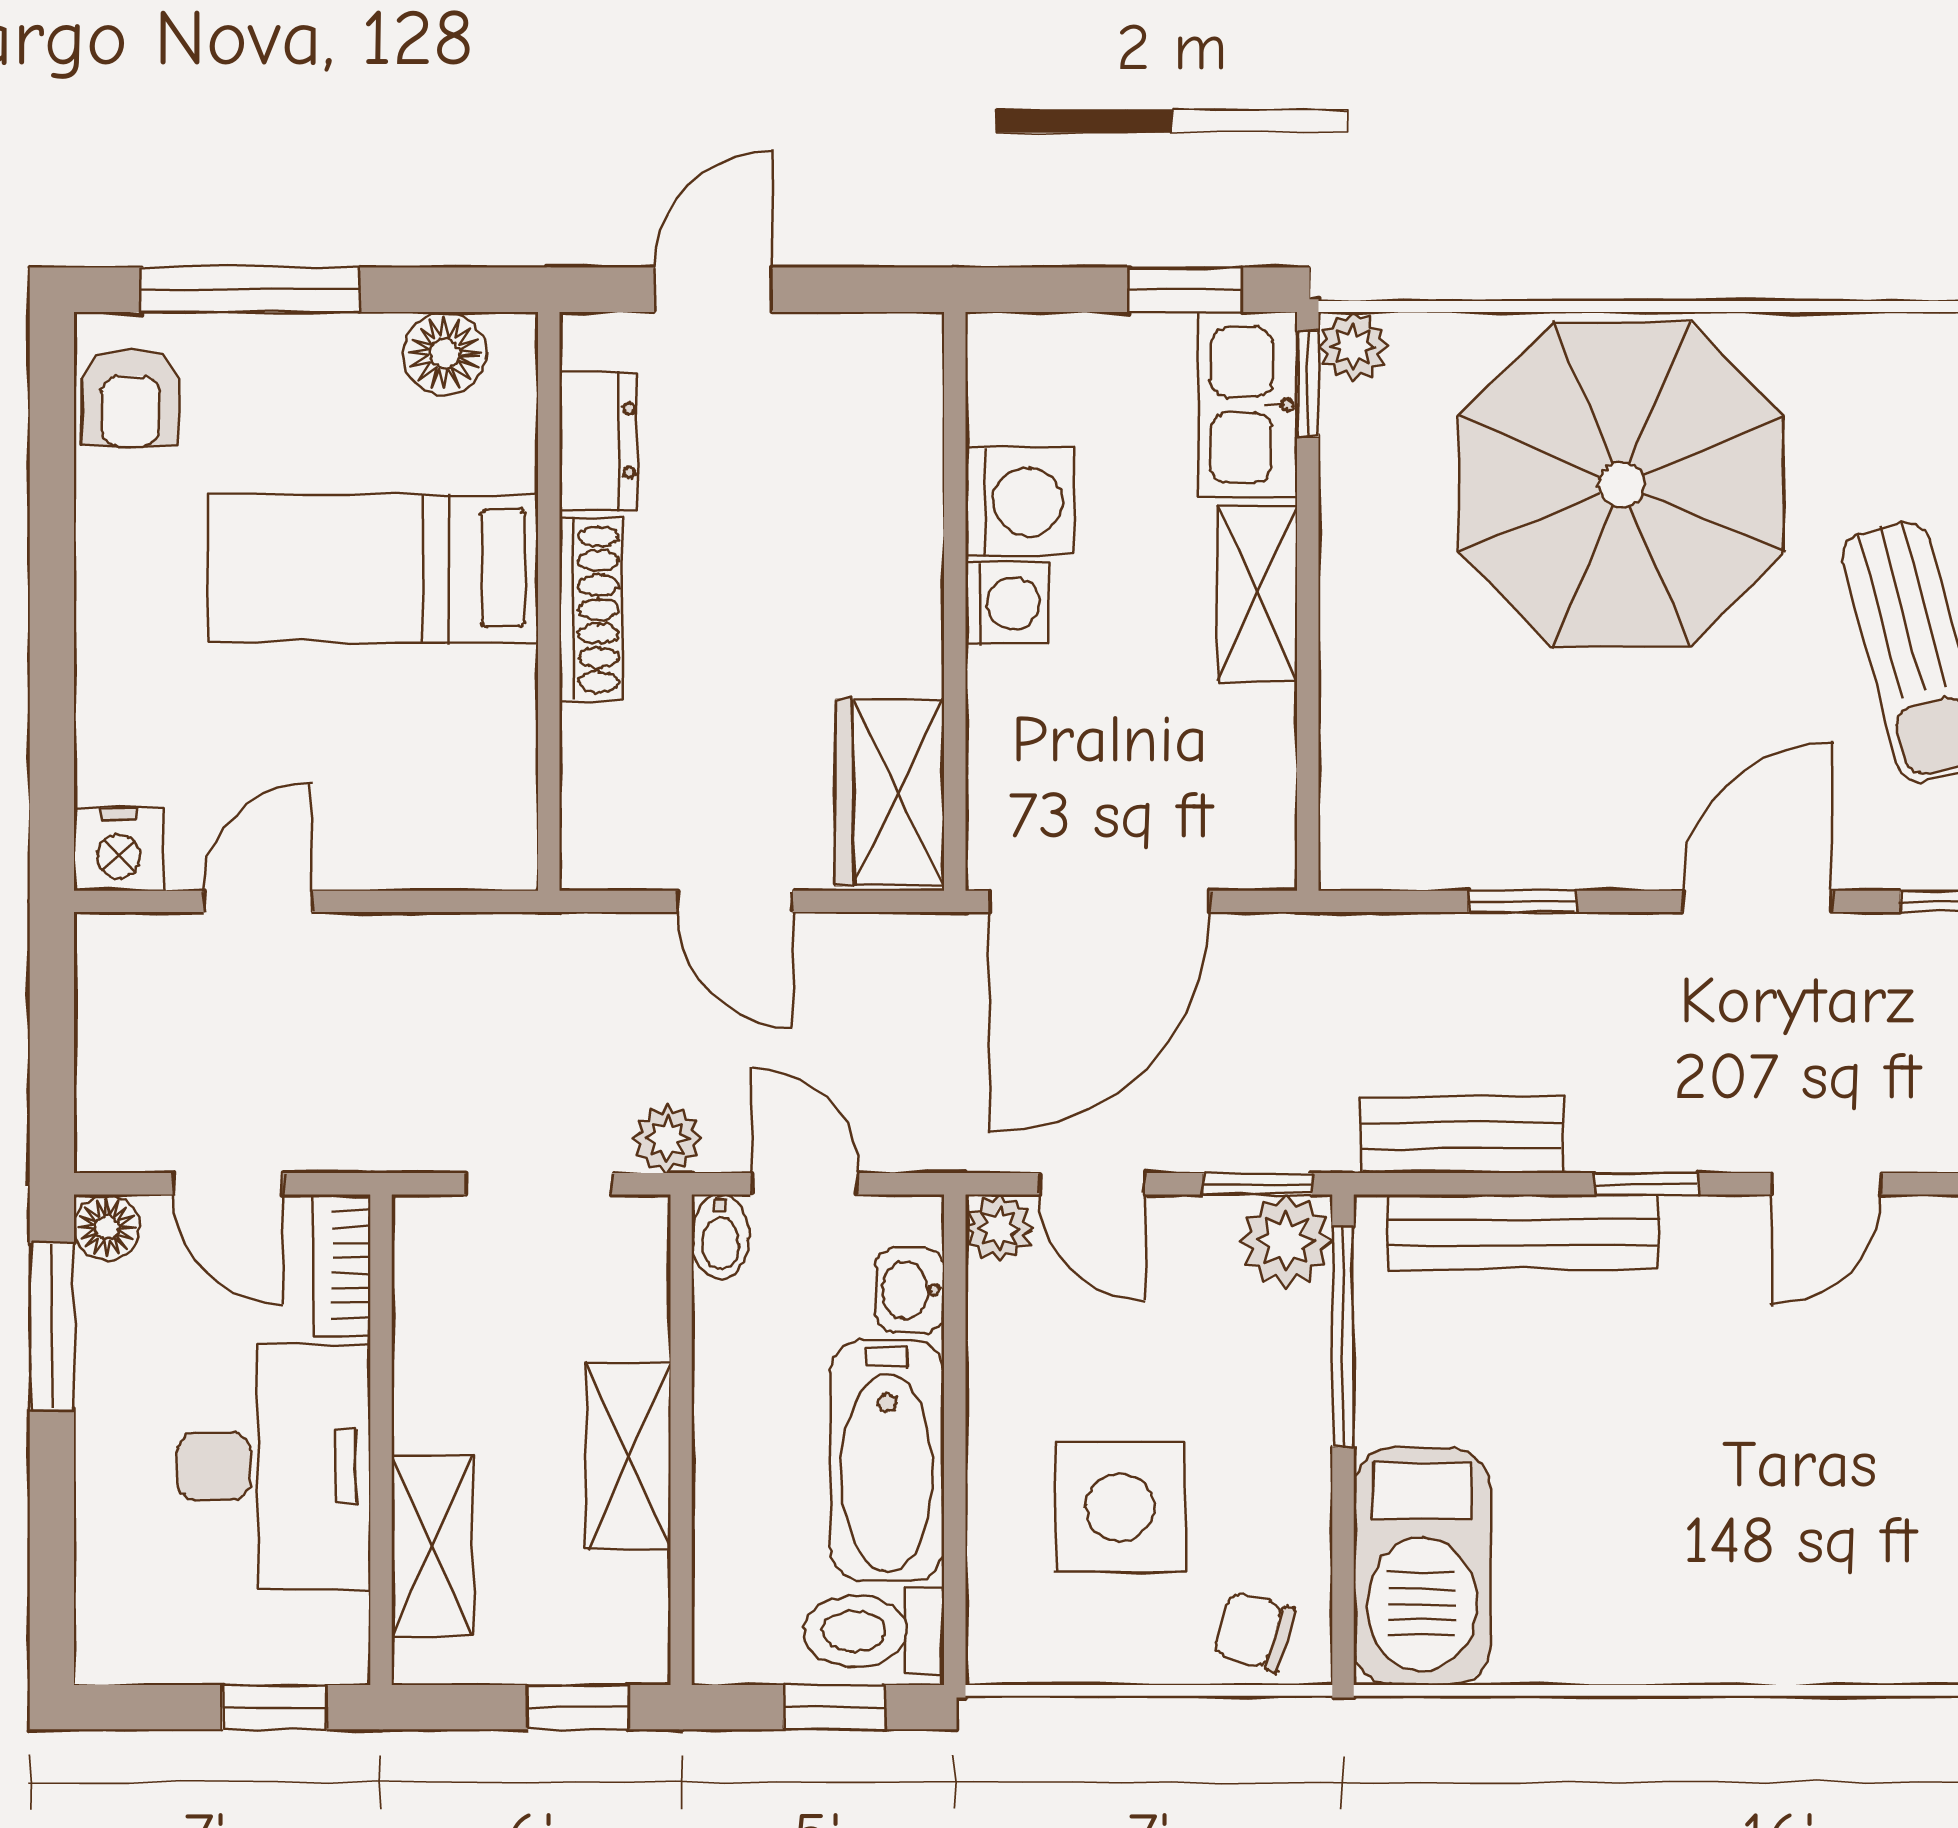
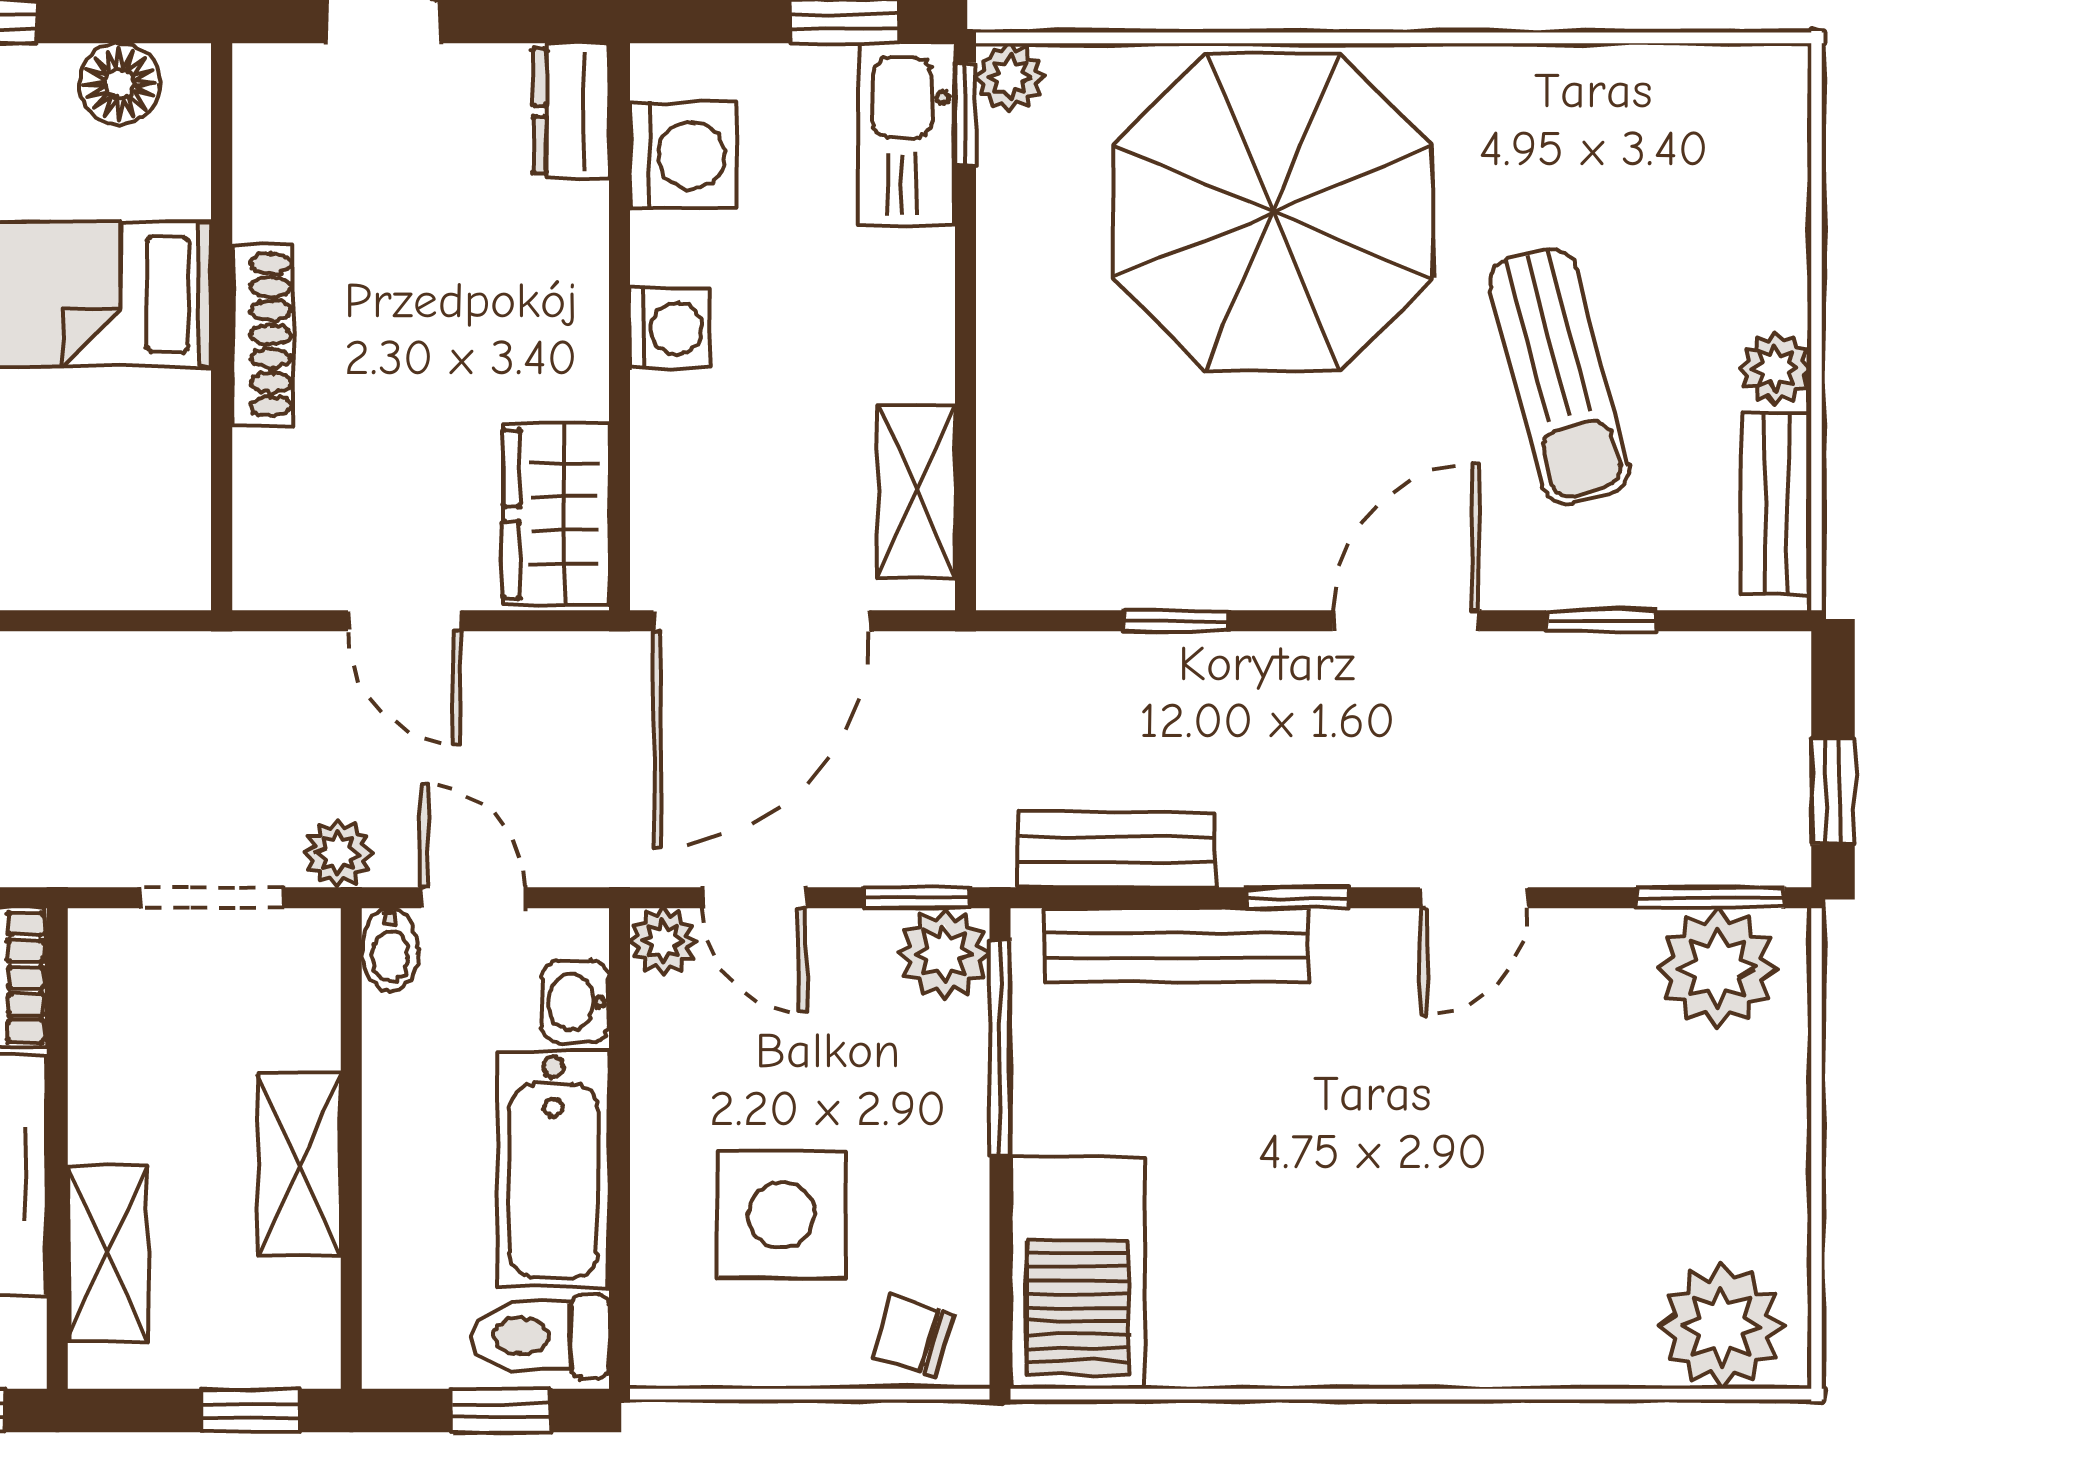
dresser: (598, 441) -> (571, 111), moved, turned 180
washing machine: (1019, 501) -> (683, 155), moved
shelving: (1258, 593) -> (916, 491), moved

